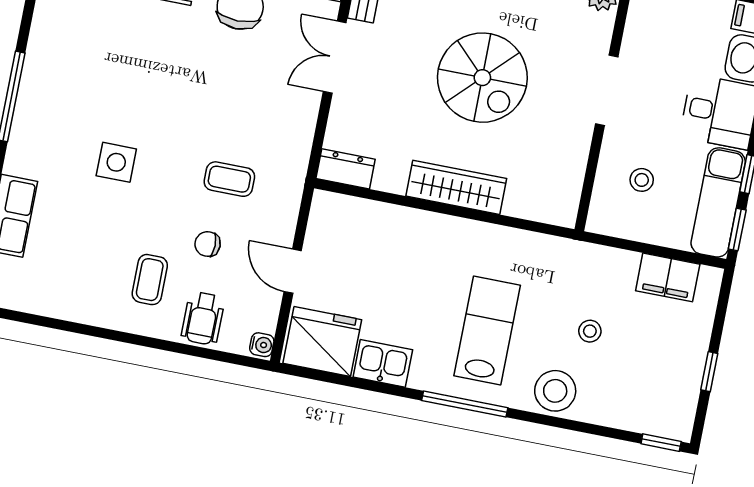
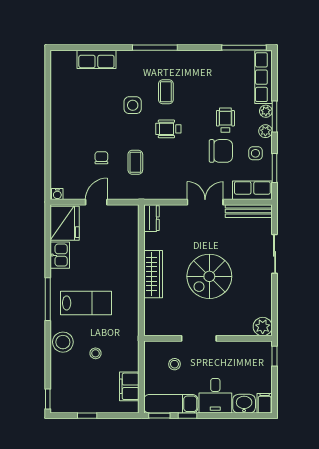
doorway: (607, 90) -> (199, 338), moved
coffee table: (150, 280) -> (166, 92), moved, turned 90
wheelchair: (203, 318) -> (168, 129), moved

